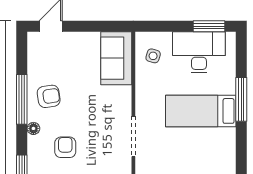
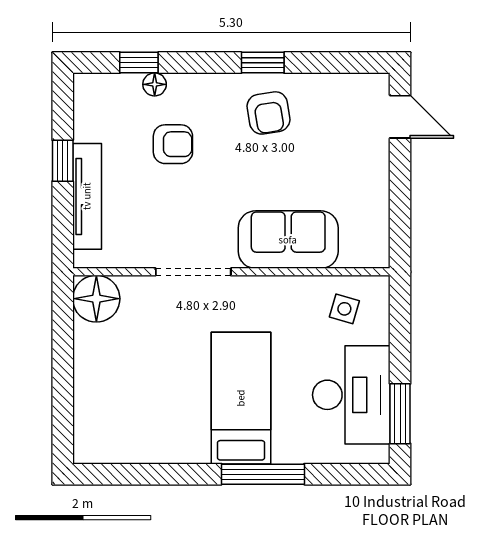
sofa: (116, 58) -> (288, 240), moved
window: (22, 99) -> (263, 63), width x0.46
floor lamp: (33, 128) -> (155, 84), moved

